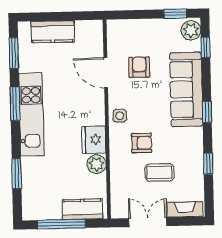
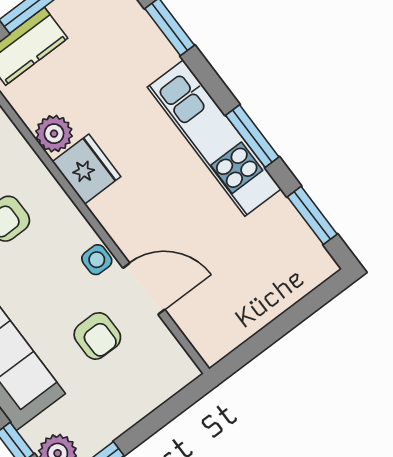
kitchen counter: (53, 32) -> (275, 293), removed
side table: (120, 116) -> (97, 260), moved

